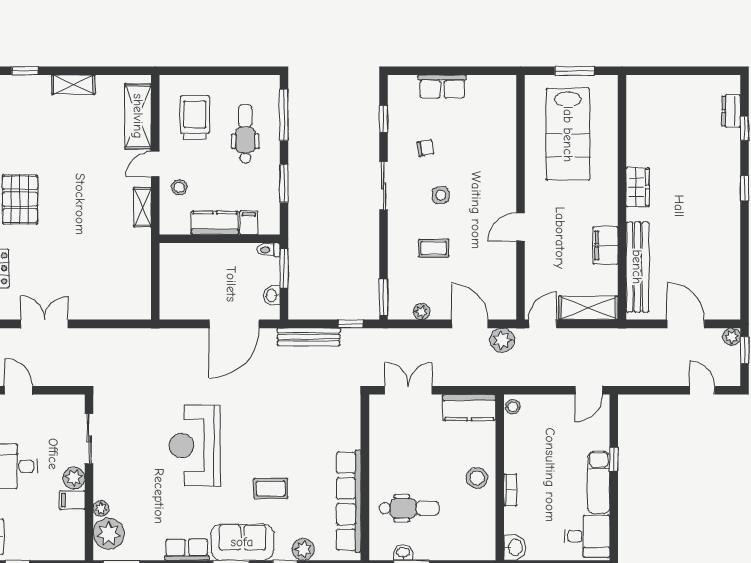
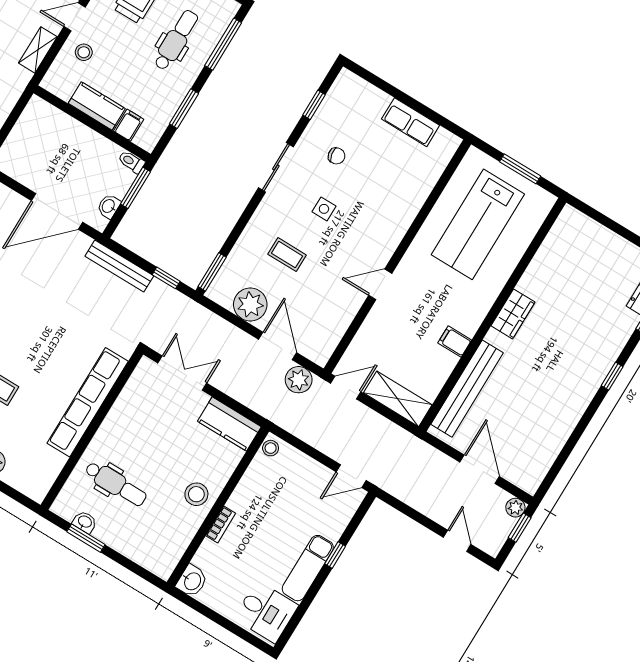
row of seats: (442, 86) -> (411, 122), moved
filing cabinet: (605, 246) -> (455, 341), width x0.50
plant: (422, 312) -> (250, 305), width x1.88, depth x1.88
row of seats: (349, 501) -> (88, 402), moved

